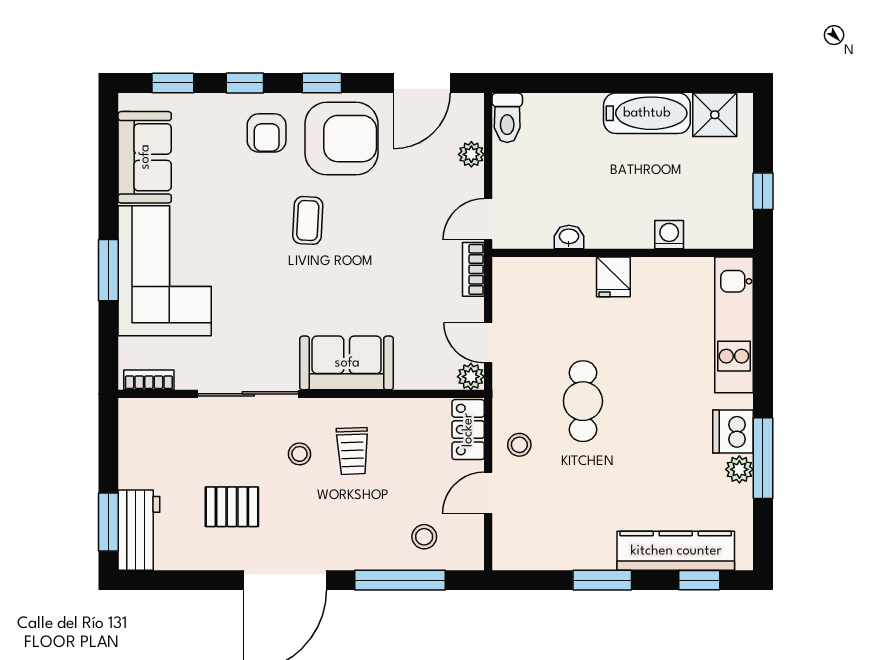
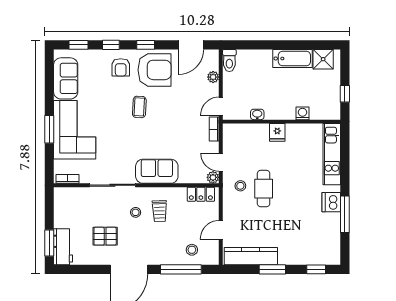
locker: (468, 430) -> (201, 194), moved, turned -90
stool: (519, 445) -> (240, 186), moved
plant: (739, 469) -> (334, 219), removed
kitchen counter: (676, 551) -> (251, 256), moved

